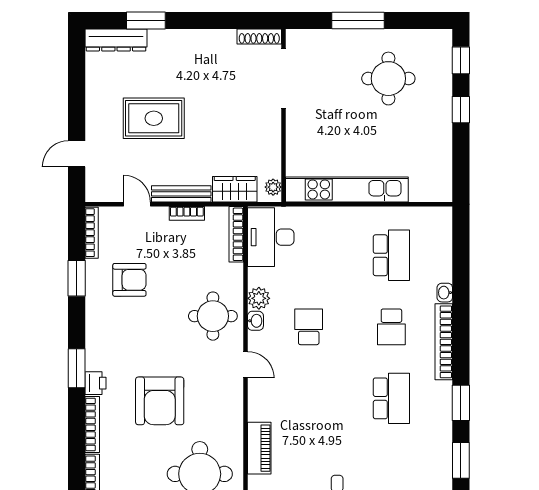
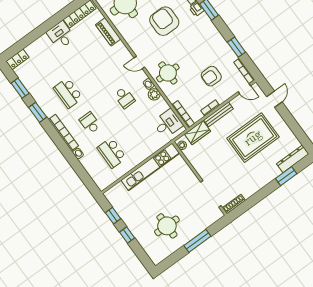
window: (461, 60) -> (113, 216), moved
rug: (154, 118) -> (253, 138), width x1.37, depth x1.44
door: (137, 204) -> (244, 89), moved
desk: (271, 237) -> (168, 124), width x0.73
armchair: (129, 280) -> (211, 76), moved

